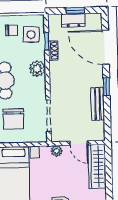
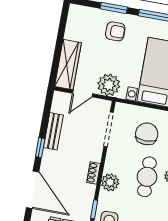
shoe rack: (53, 51) -> (93, 173), moved
door: (79, 143) -> (82, 94), swing flipped
plant: (57, 151) -> (109, 85), width x1.87, depth x1.87

